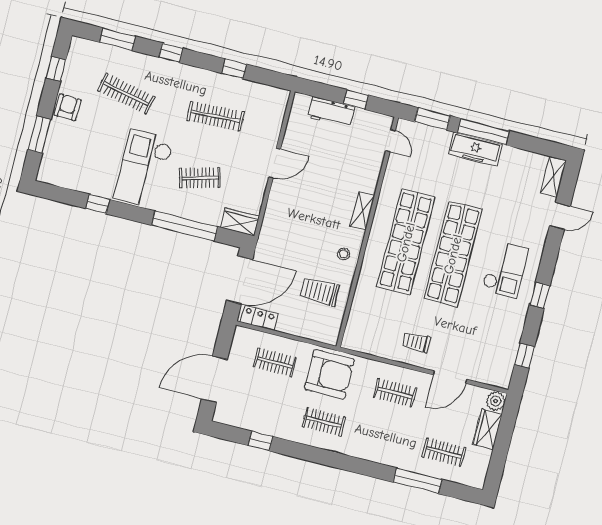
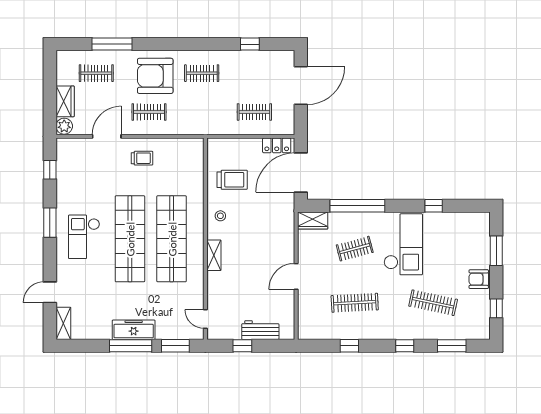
armchair: (68, 107) -> (479, 279), turned 88
window: (540, 295) -> (50, 223), width x1.50
armchair: (329, 374) -> (155, 76), moved

